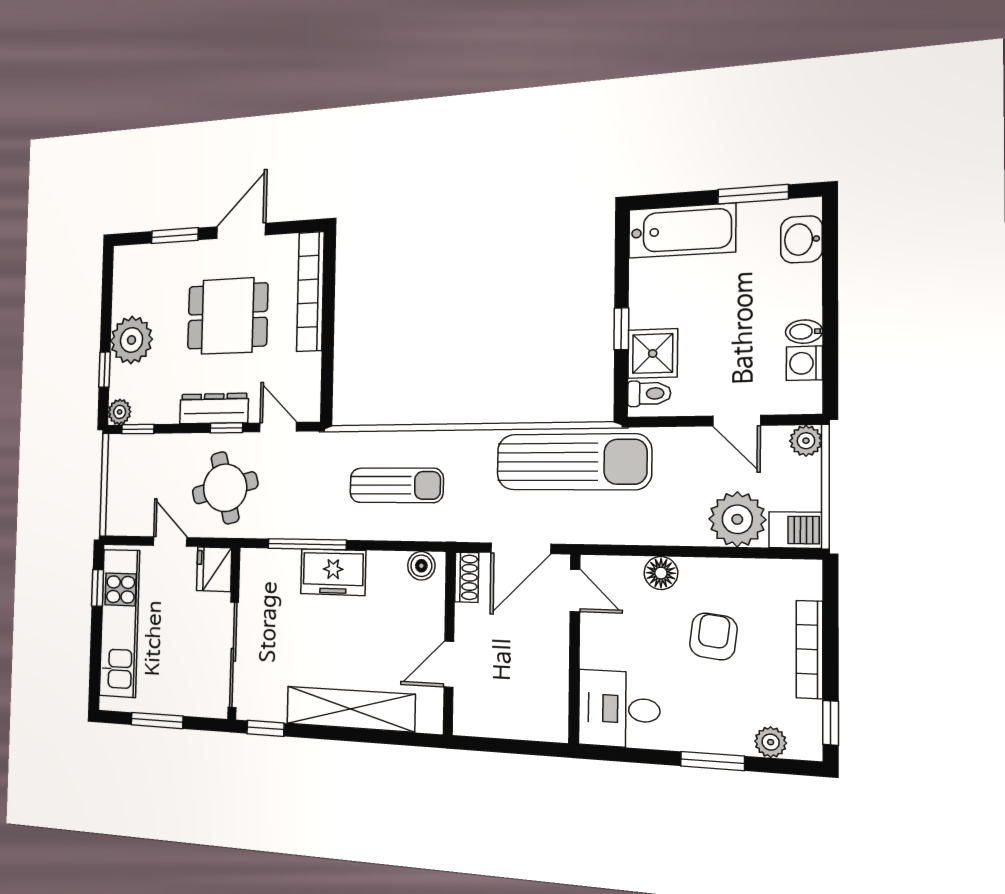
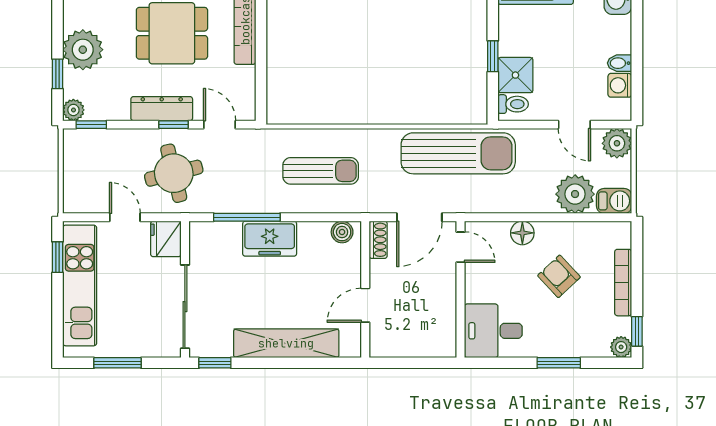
plant: (806, 441) -> (617, 143), width x1.38, depth x1.38
armchair: (713, 636) -> (559, 276), turned -50
plant: (771, 742) -> (621, 347), moved

